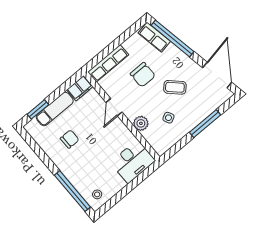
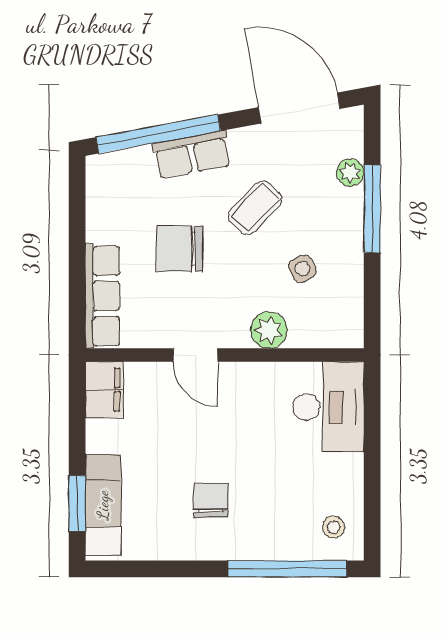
row of seats: (154, 37) -> (192, 155), moved
chair: (143, 75) -> (180, 249), turned 180
plant: (210, 107) -> (350, 172), added
exam couch: (55, 109) -> (103, 505), moved
chair: (70, 139) -> (211, 500), moved

